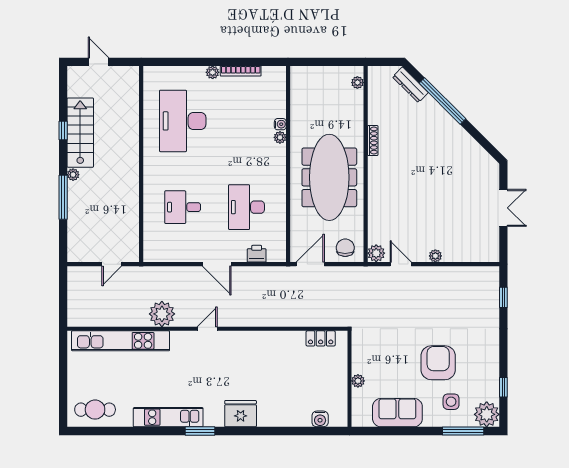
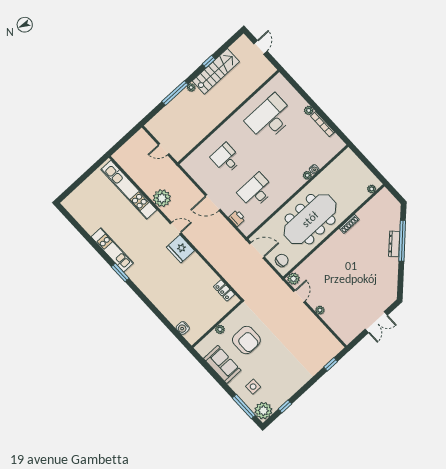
dresser: (410, 85) -> (394, 244), moved
door: (217, 264) -> (213, 203), hinge flipped
armchair: (438, 363) -> (246, 340), moved, turned 90
cafe table: (95, 410) -> (82, 209), removed
fridge: (241, 414) -> (180, 249), moved, turned 180

